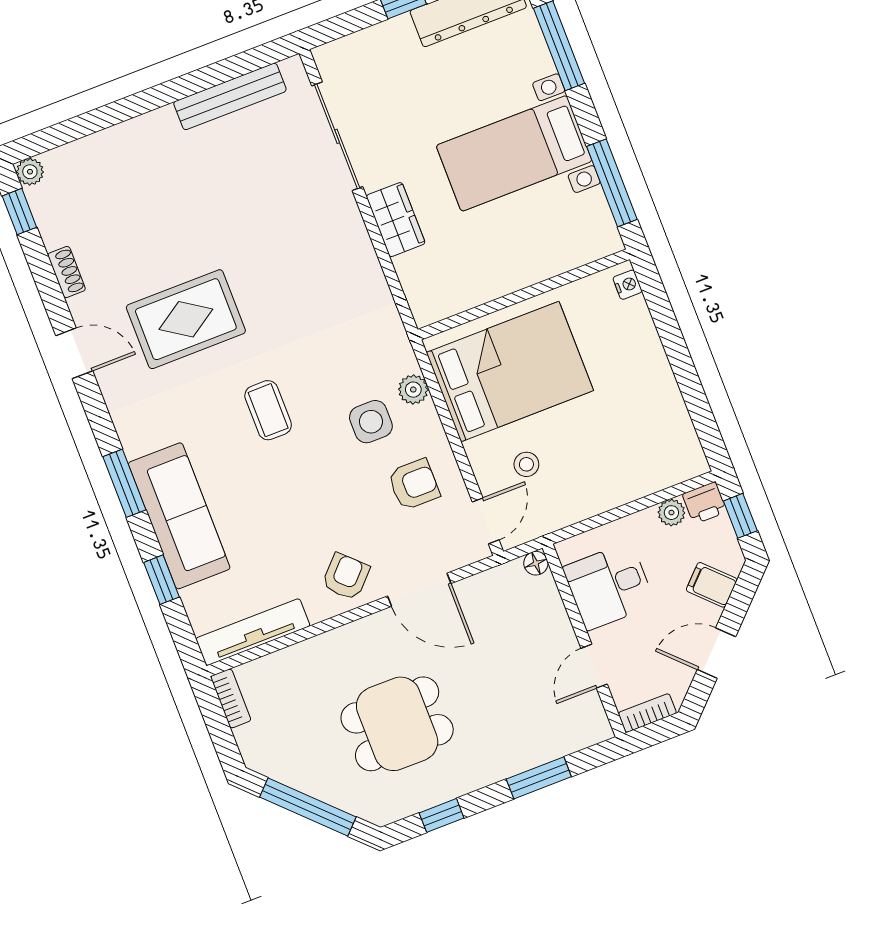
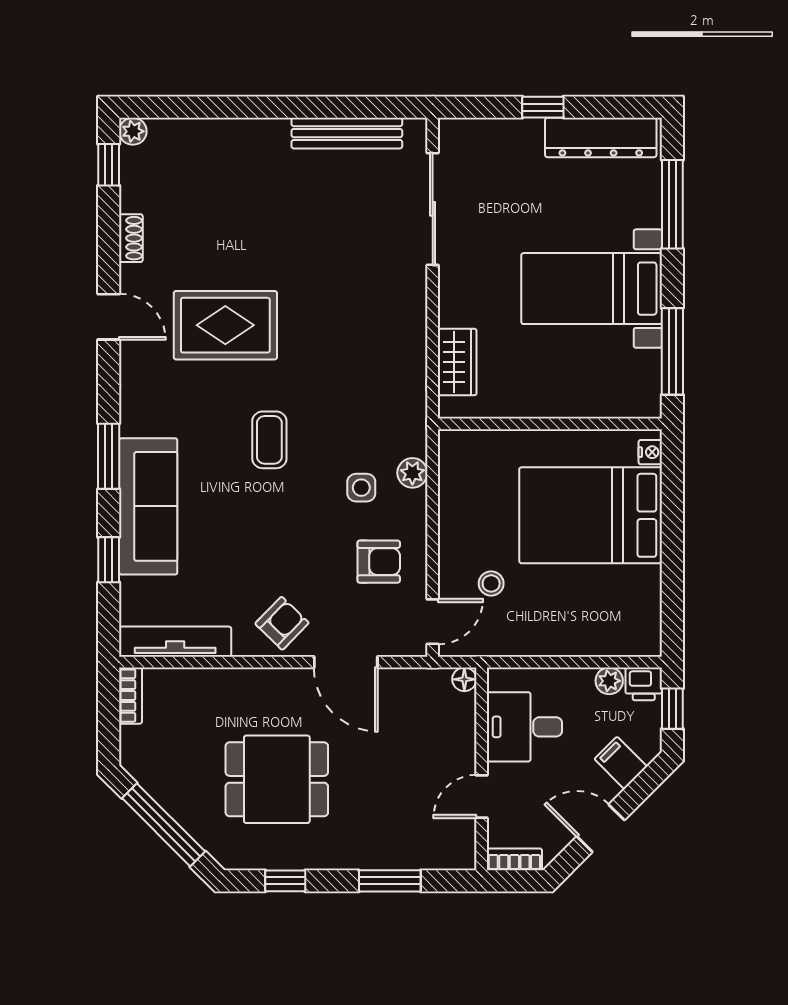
wardrobe: (396, 220) -> (457, 362), moved
bed: (510, 372) -> (591, 515), moved, turned 180
side table: (371, 422) -> (361, 488), width x0.73, depth x0.73

